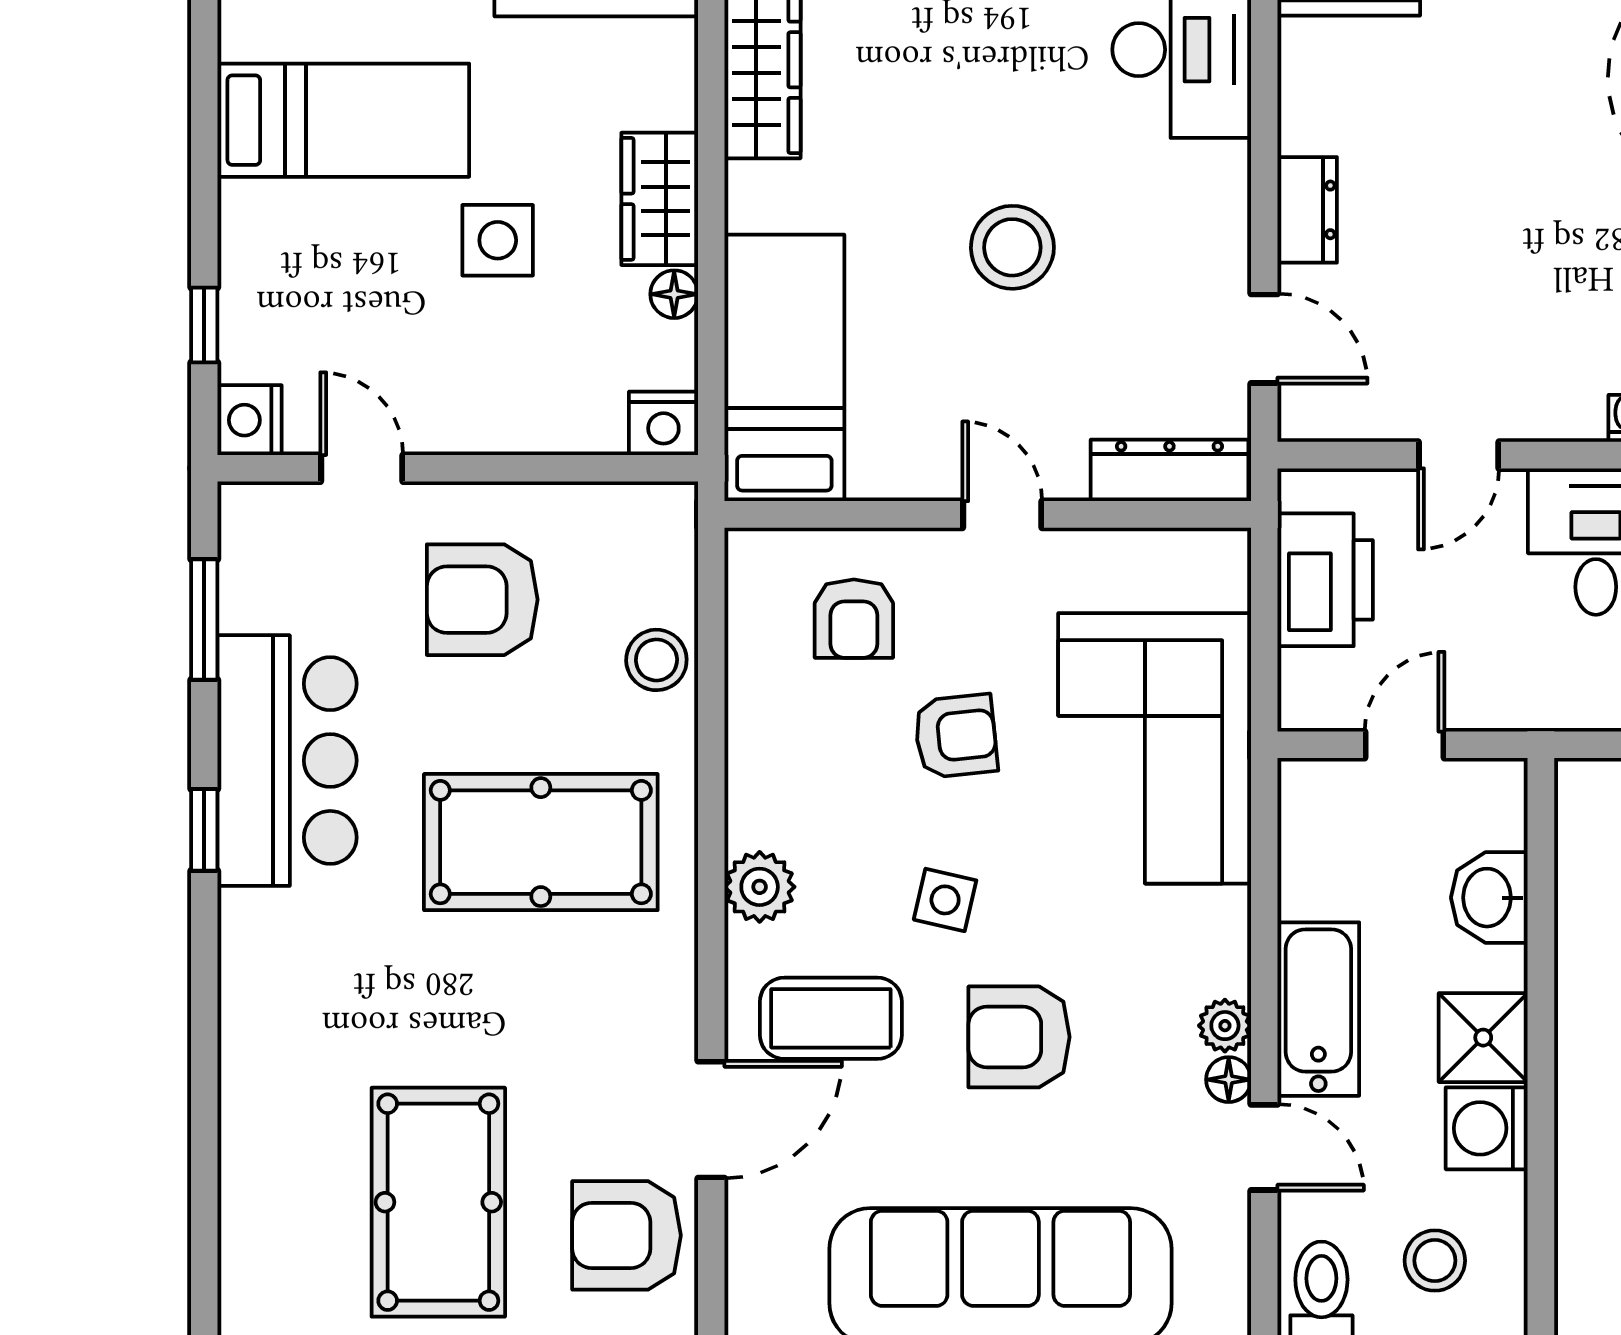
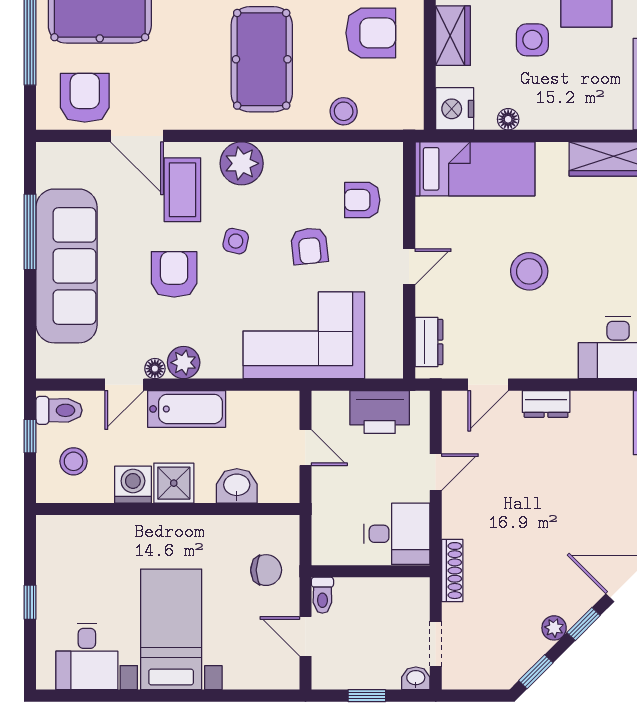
wardrobe: (660, 199) -> (453, 36), moved, turned 90
nightstand: (663, 423) -> (455, 109), width x1.36, depth x1.33
door: (1459, 455) -> (436, 472), swing flipped
dresser: (1169, 470) -> (429, 342), width x0.70
armchair: (482, 600) -> (371, 33), turned 90
plant: (760, 887) -> (242, 163), width x1.36, depth x1.36
plant: (1225, 1026) -> (184, 363), width x1.38, depth x1.38

